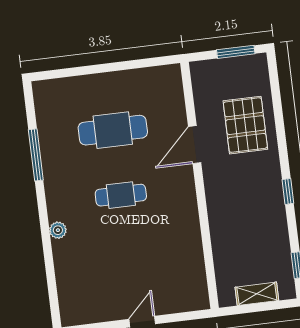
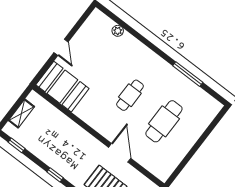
plant: (58, 230) -> (118, 31), moved
booth: (184, 278) -> (62, 87), added

